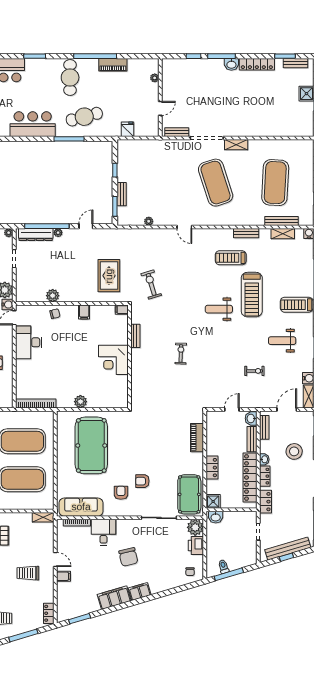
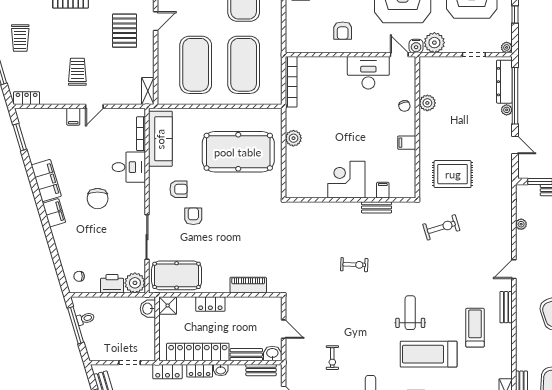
bench: (246, 233) -> (506, 307), moved
filing cabinet: (122, 310) -> (383, 190), moved
chair: (128, 557) -> (98, 199), turned -77

